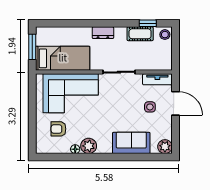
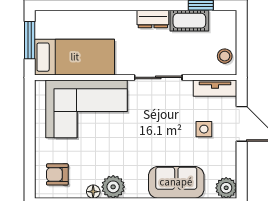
dresser: (103, 33) -> (153, 19), moved
stool: (165, 35) -> (225, 56), moved
armchair: (58, 129) -> (57, 174), moved

